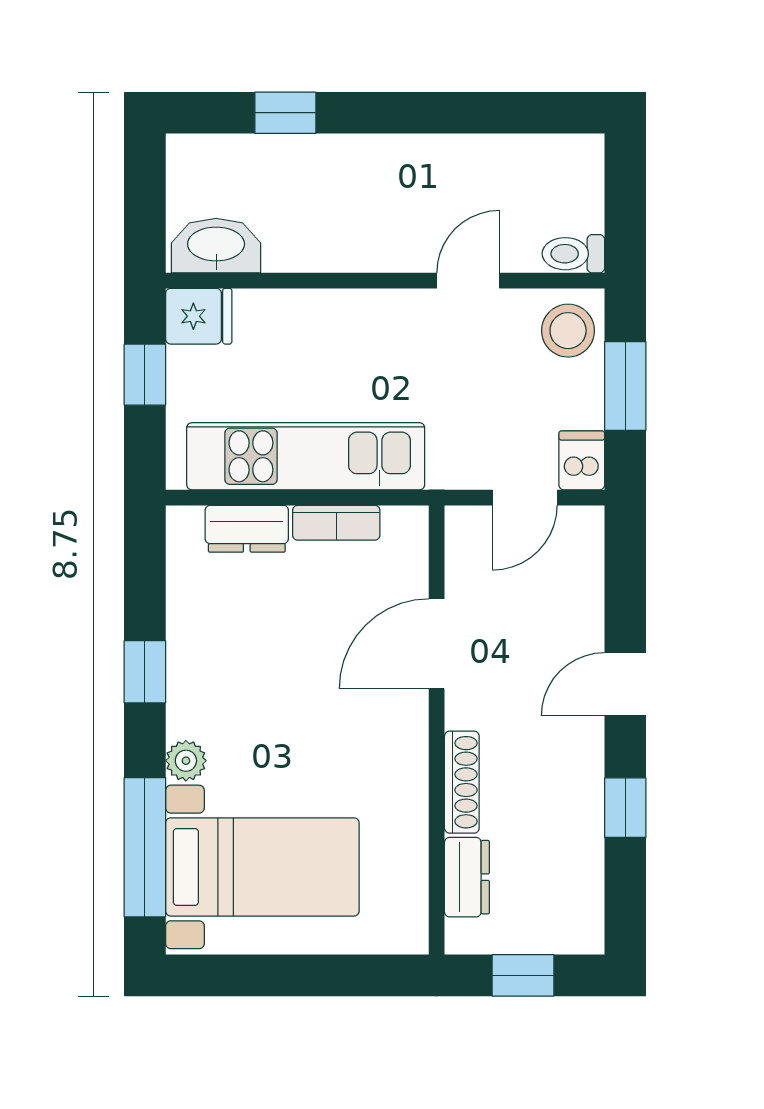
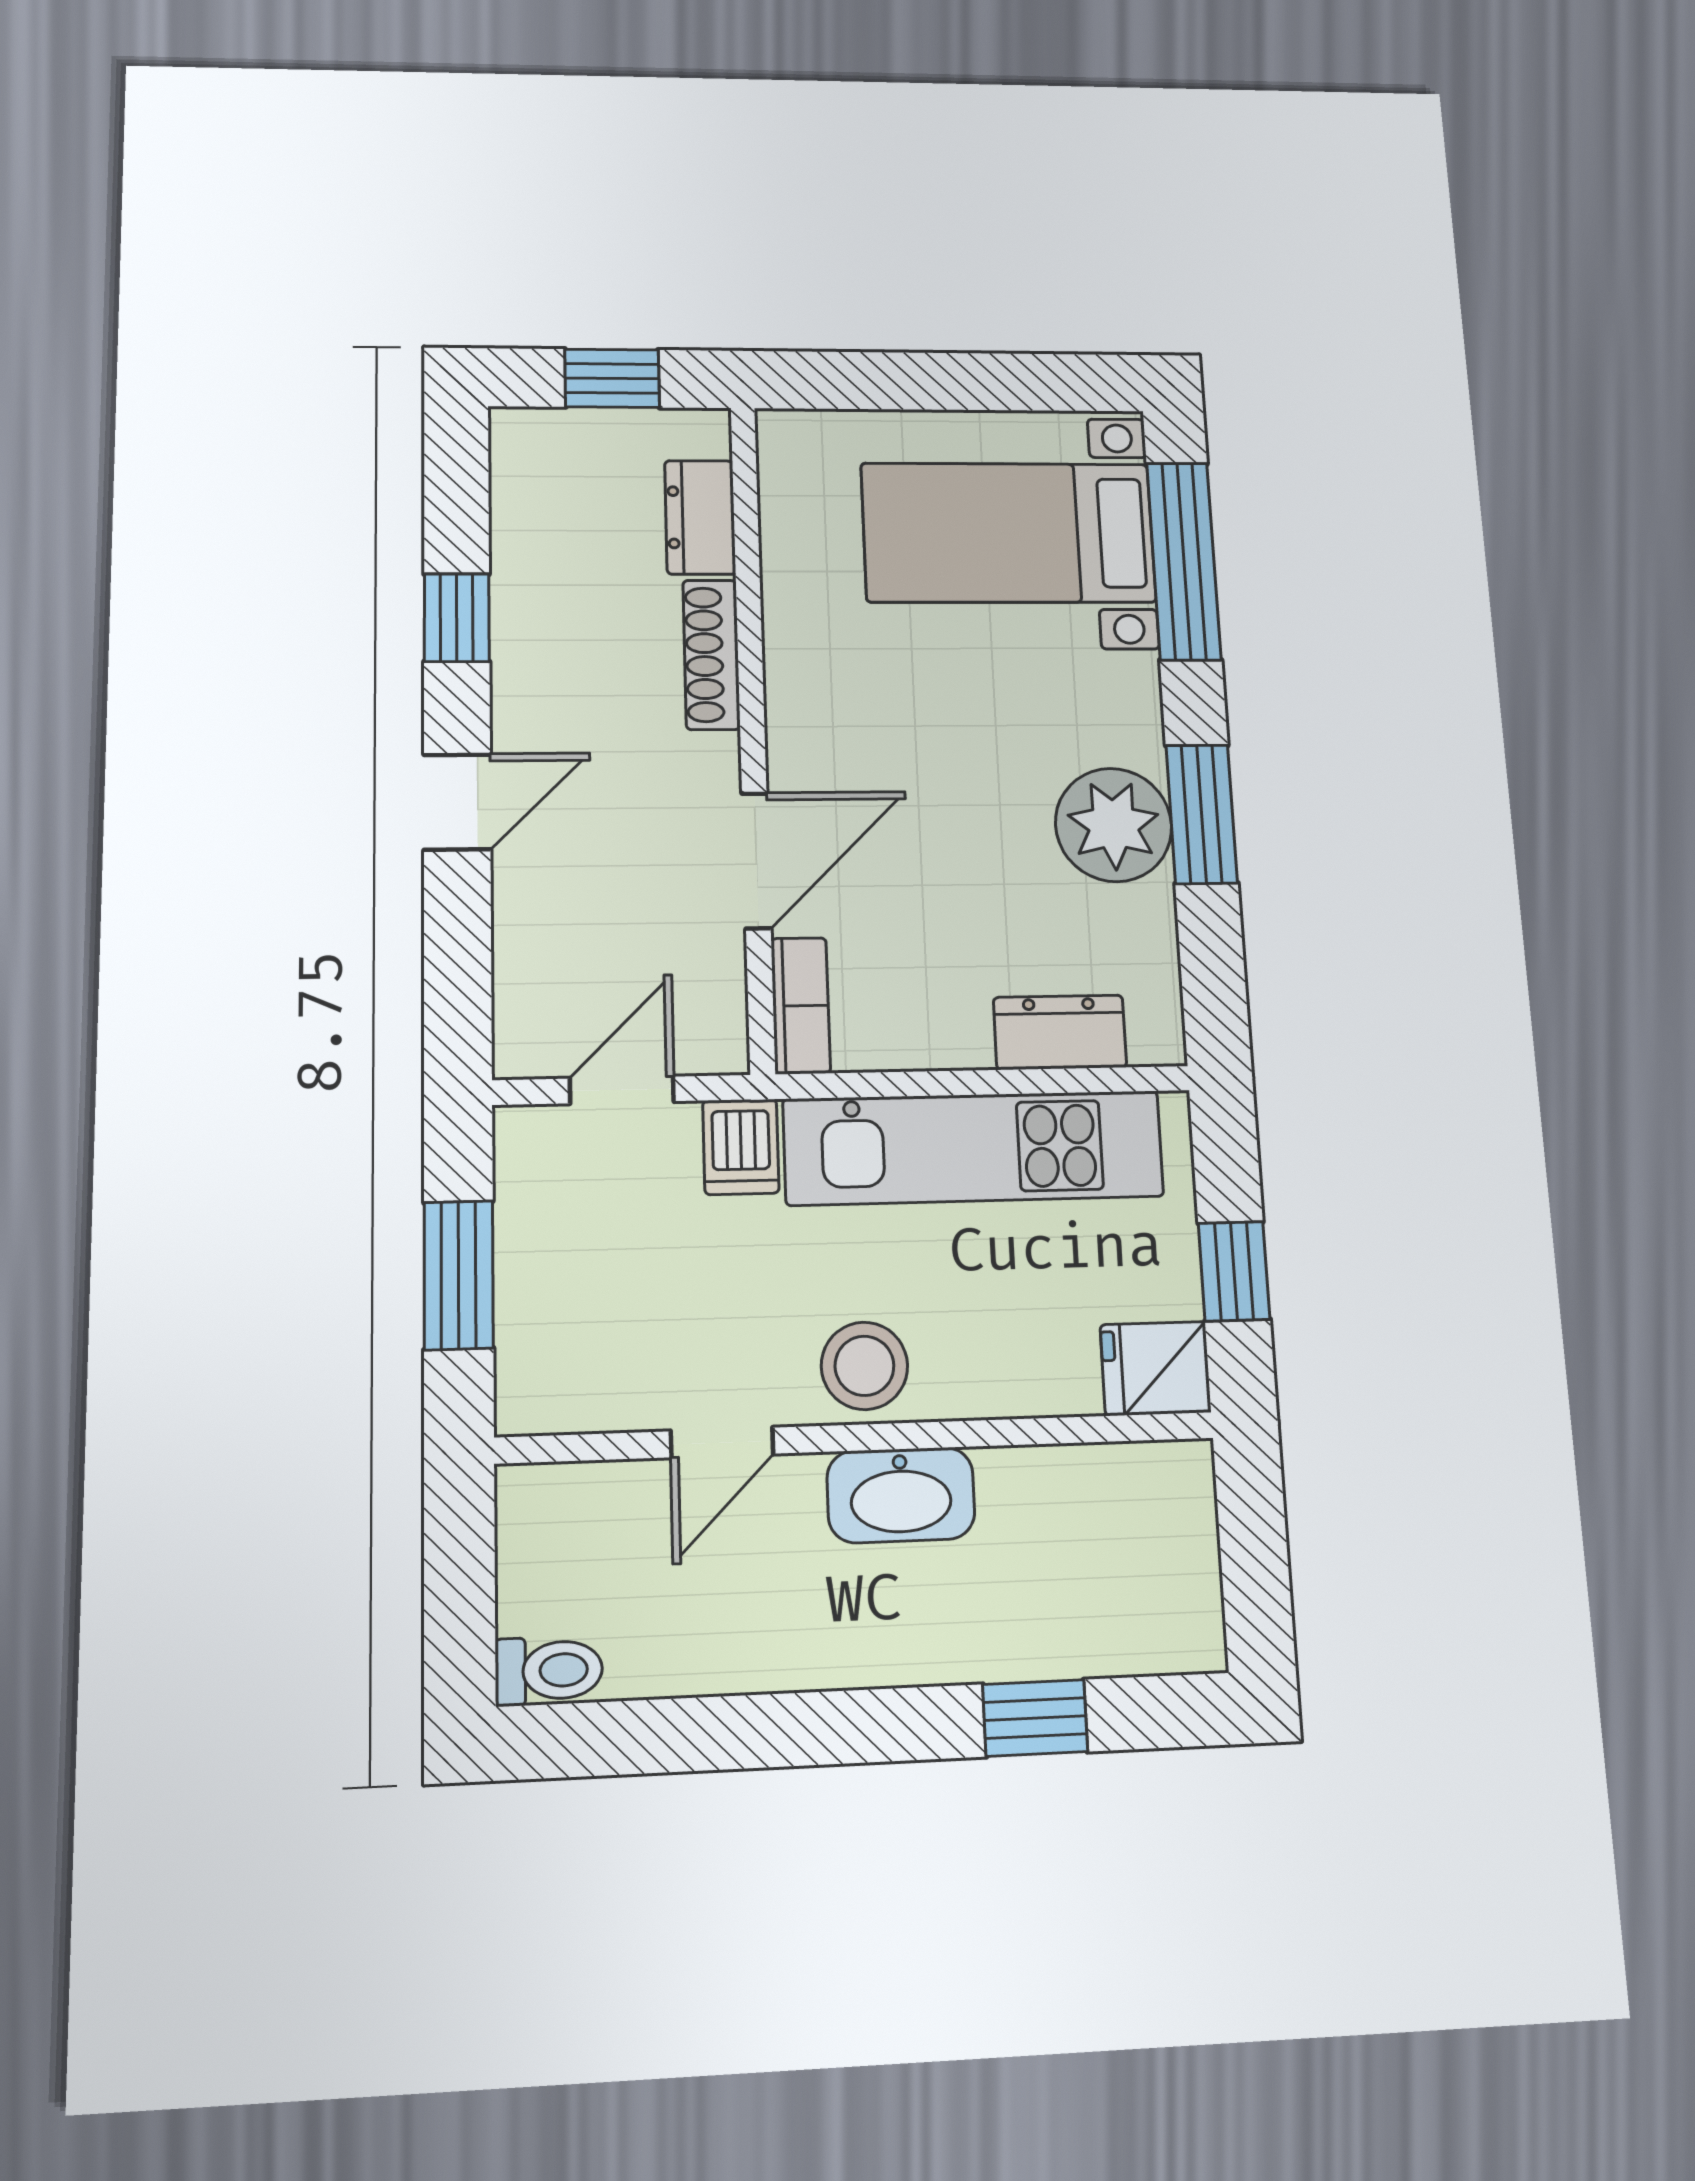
washbasin: (216, 246) -> (901, 1495), moved
toilet: (573, 254) -> (549, 1671), moved
stool: (568, 331) -> (864, 1366), moved
dishwasher: (582, 460) -> (741, 1147), moved
bookcase: (336, 523) -> (801, 1006), moved, turned 90
window: (145, 672) -> (1202, 814), width x1.50
plant: (186, 761) -> (1114, 825), moved, width x1.88, depth x1.88

